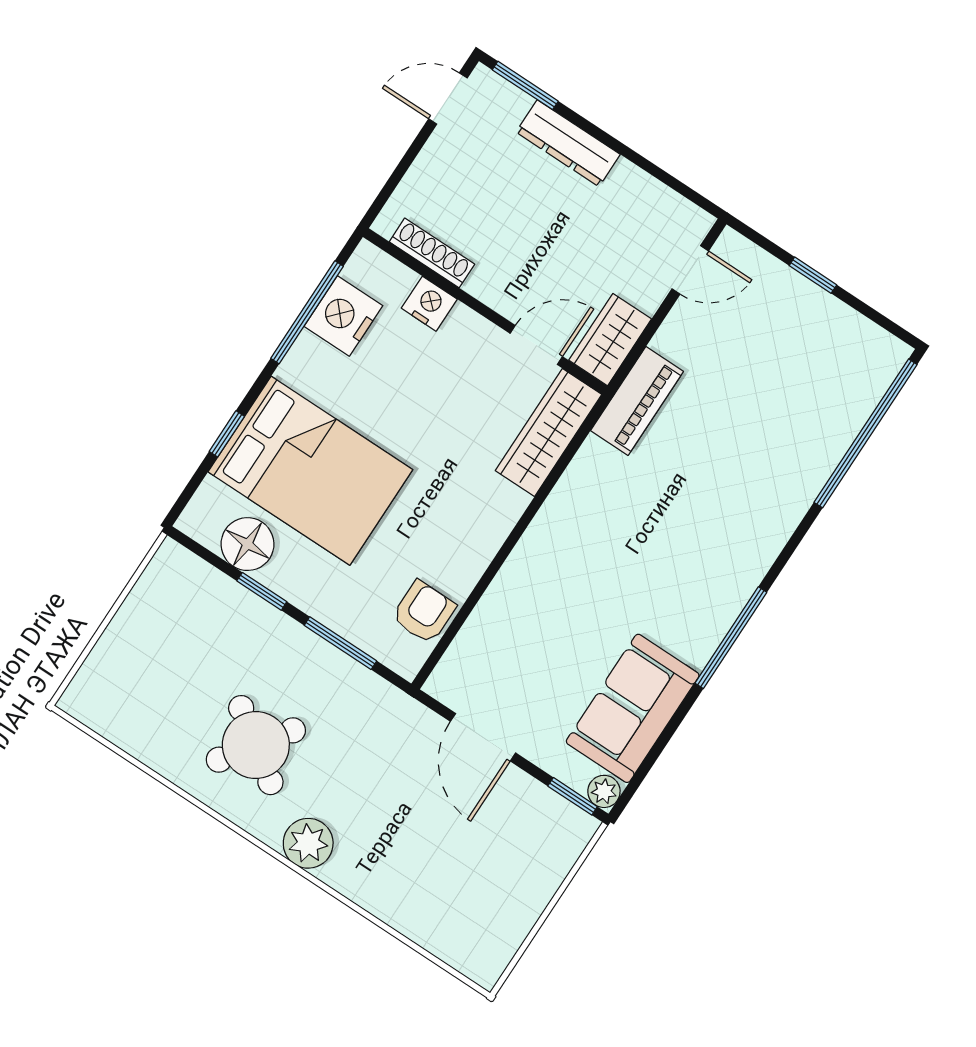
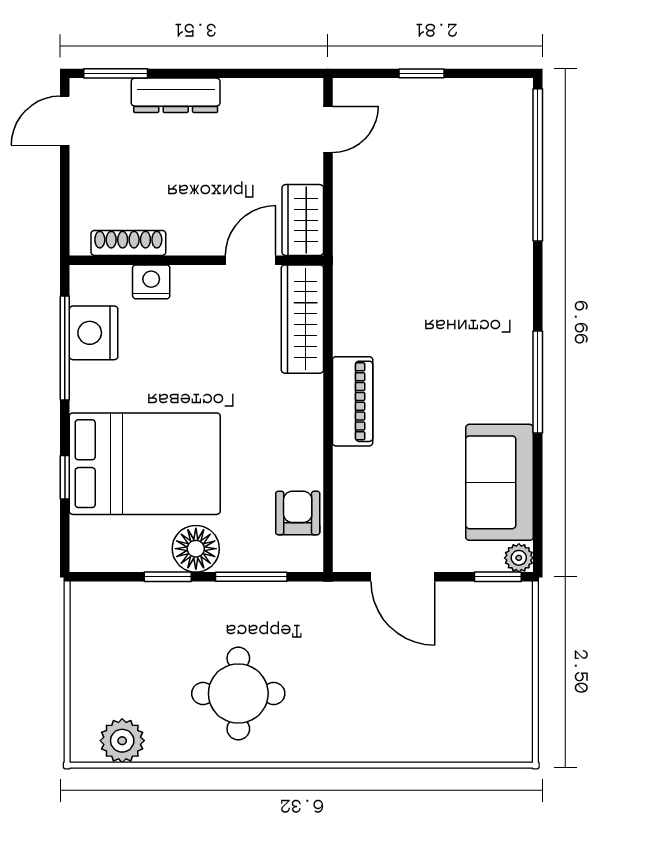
piano: (637, 401) -> (353, 401), moved
floor lamp: (247, 544) -> (196, 549), moved
round table: (256, 745) -> (238, 694), turned -35
plant: (308, 843) -> (122, 741), moved

